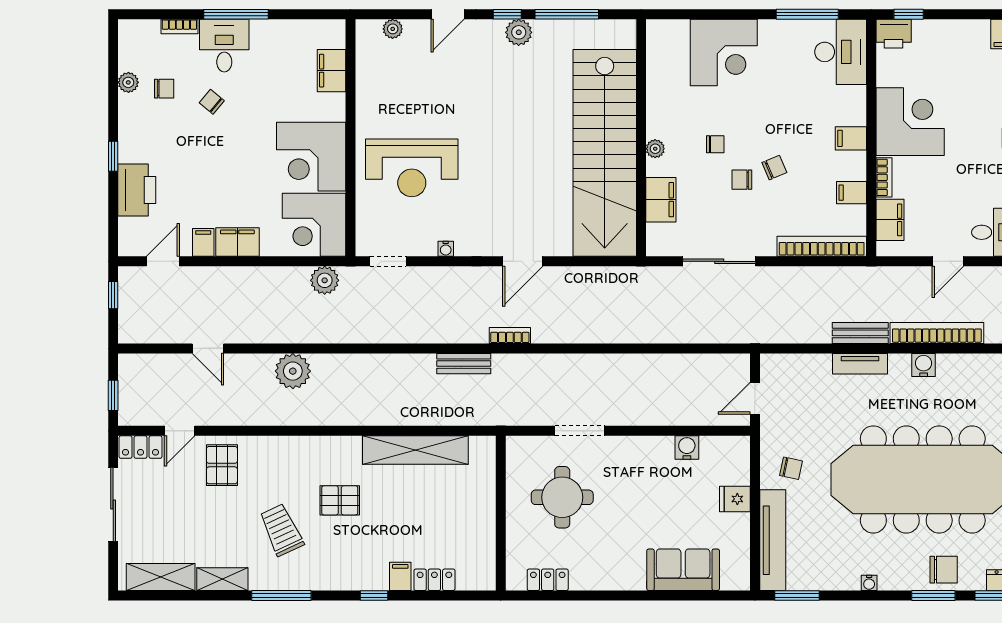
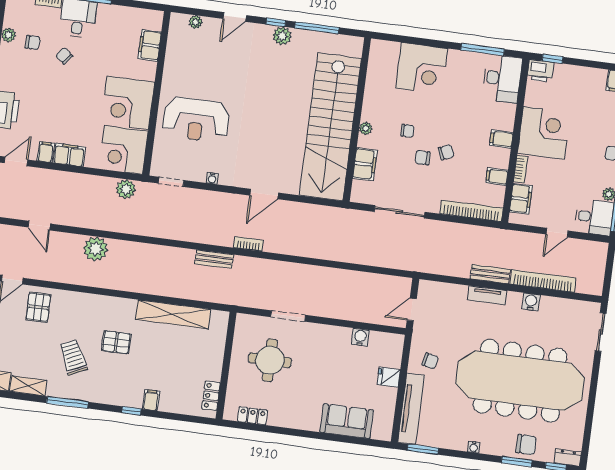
locker: (434, 580) -> (211, 396), moved, turned -90

